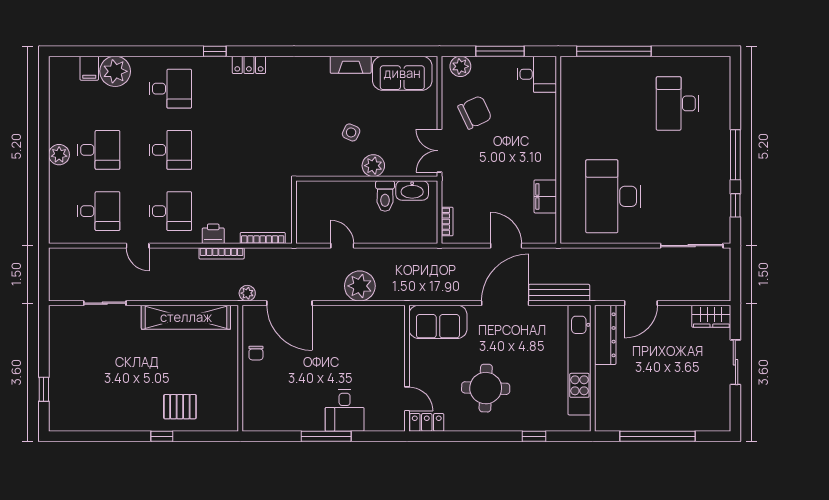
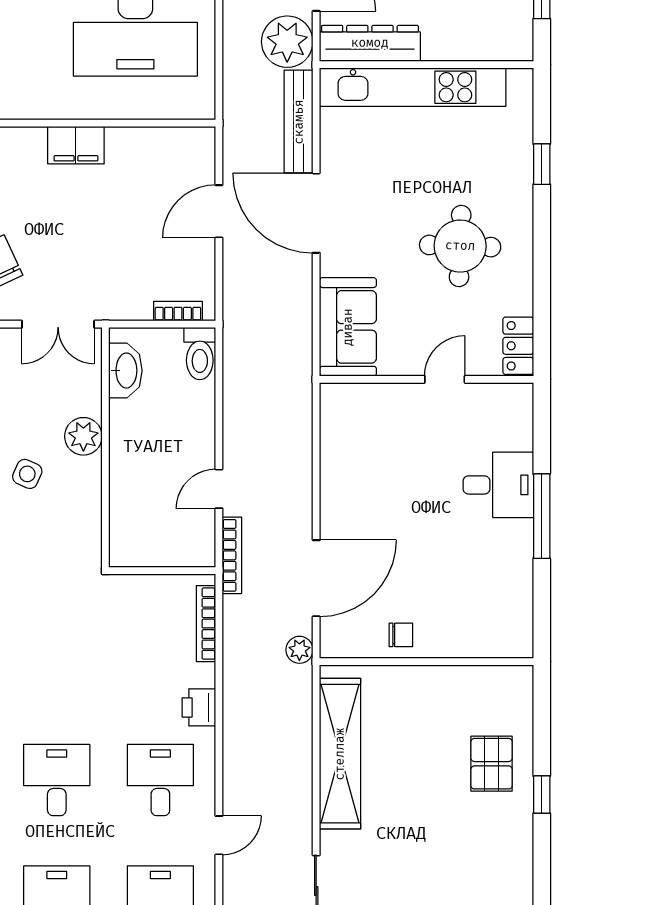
toilet: (385, 196) -> (200, 354), moved, turned 90
filing cabinet: (545, 196) -> (76, 145), moved
bookcase: (222, 253) -> (232, 555), moved
plant: (360, 286) -> (287, 42), moved
door: (407, 399) -> (445, 379), moved

